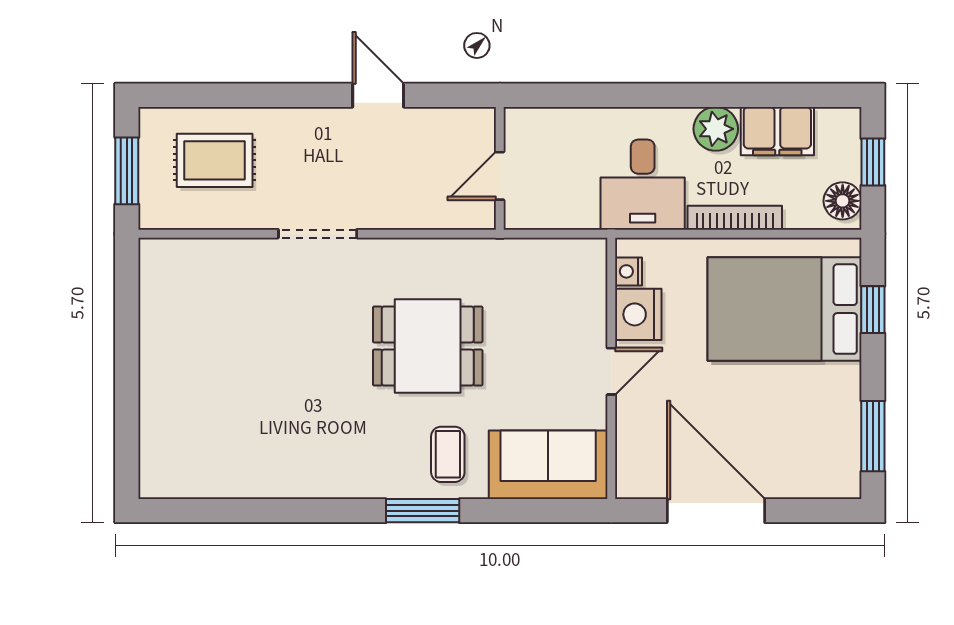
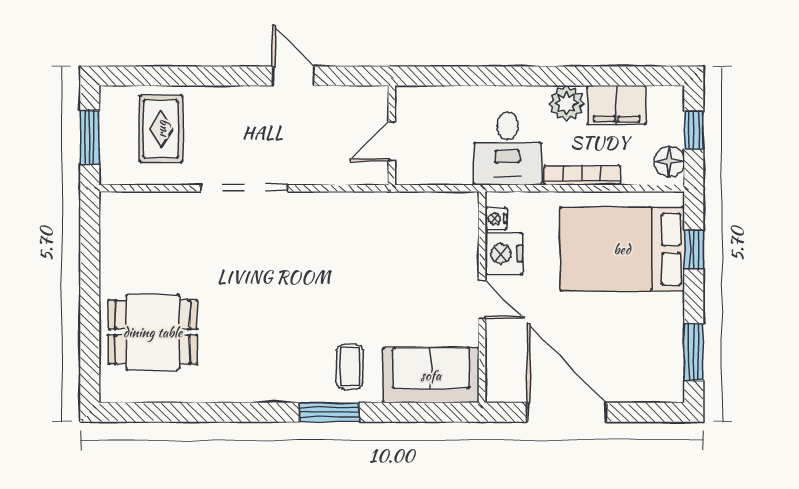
rug: (215, 160) -> (161, 129), turned 90
doorway: (318, 234) -> (244, 188), width x1.36
dining table: (428, 346) -> (153, 332), moved
door: (611, 371) -> (482, 300), hinge flipped

